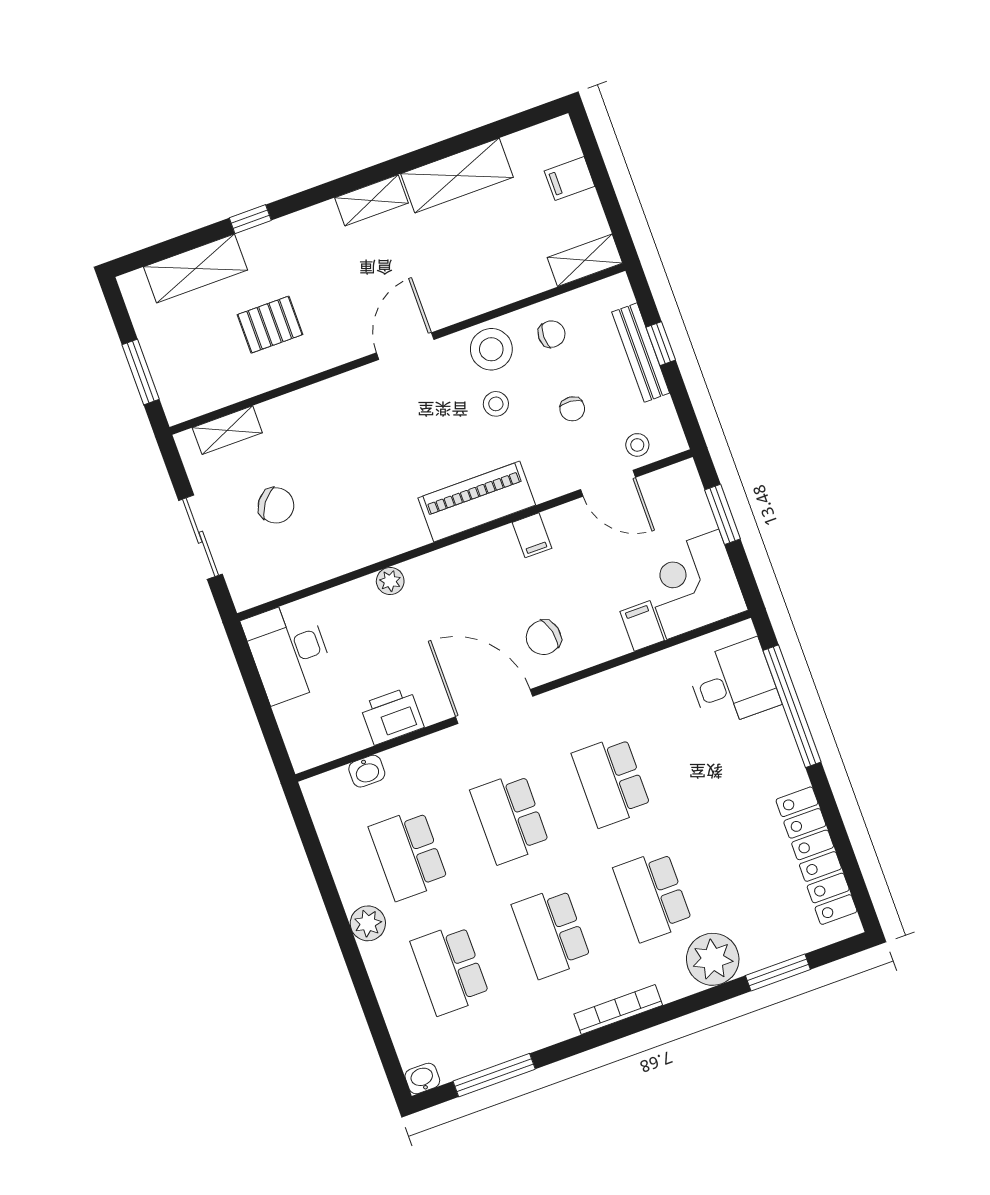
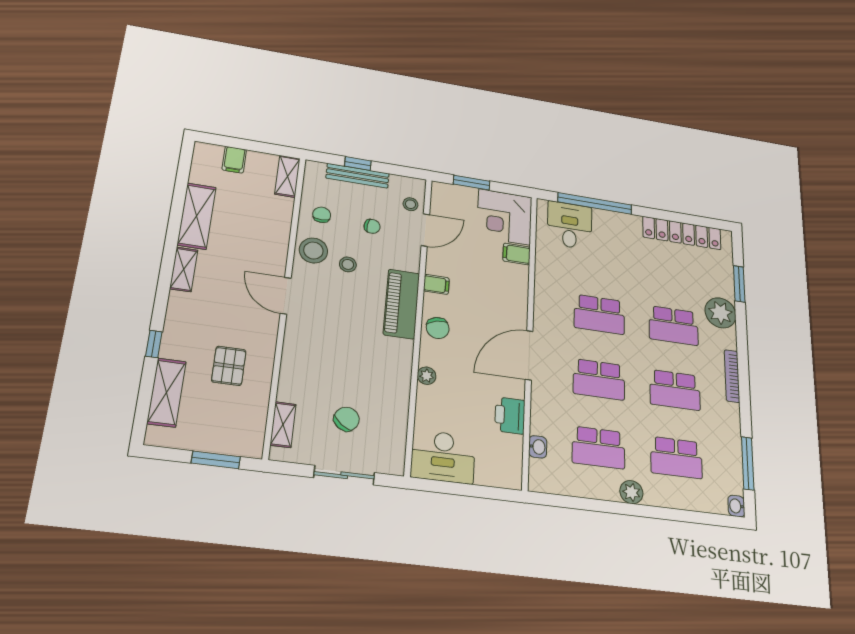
chair: (544, 638) -> (438, 328), moved

